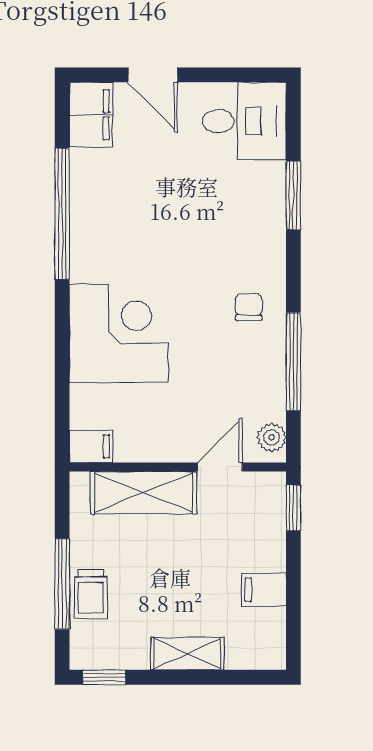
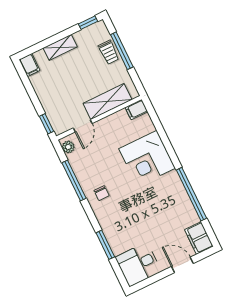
filing cabinet: (264, 590) -> (29, 65), moved, turned 90
trolley: (91, 594) -> (109, 52), turned 180

